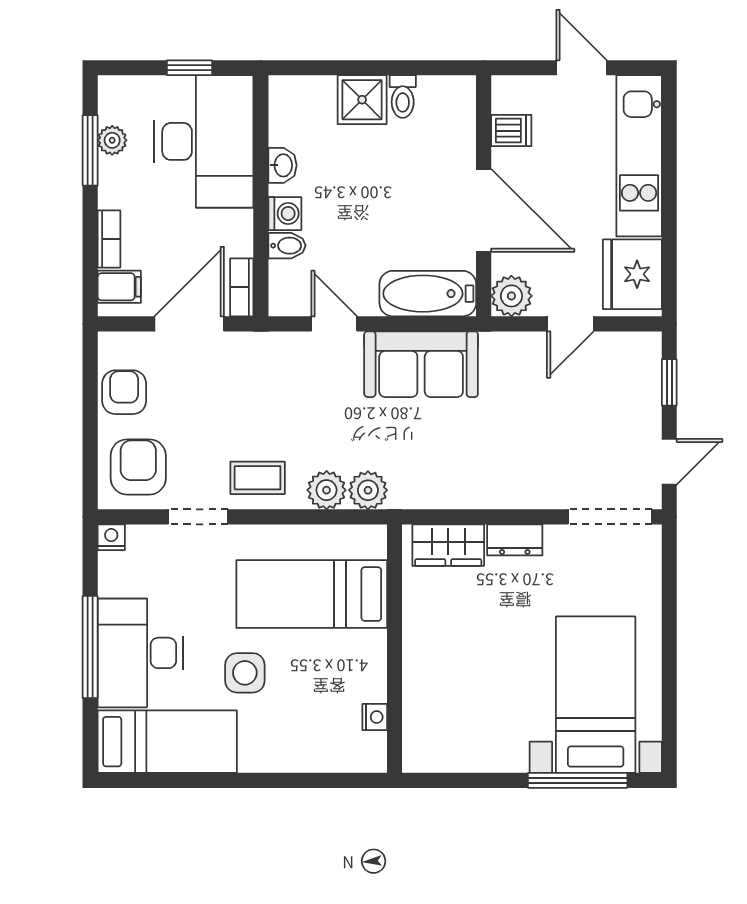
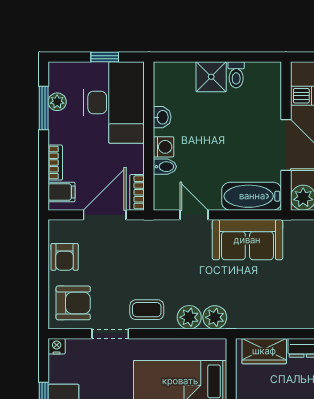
armchair: (124, 392) -> (65, 257), turned 180
armchair: (138, 467) -> (73, 303), turned 90

